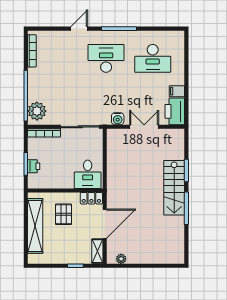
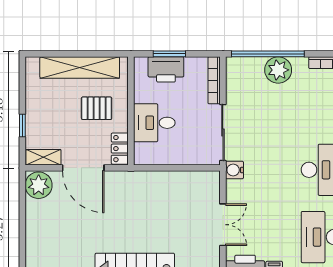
plant: (37, 111) -> (278, 70), moved
water cooler: (118, 119) -> (235, 170), moved
printer: (34, 166) -> (166, 69), width x1.87, depth x1.48
desk: (88, 174) -> (154, 123), moved
plant: (121, 259) -> (39, 185), width x1.88, depth x1.88

